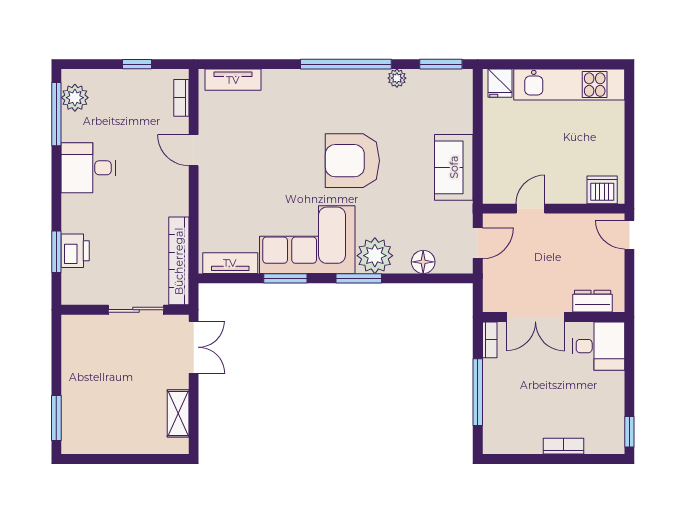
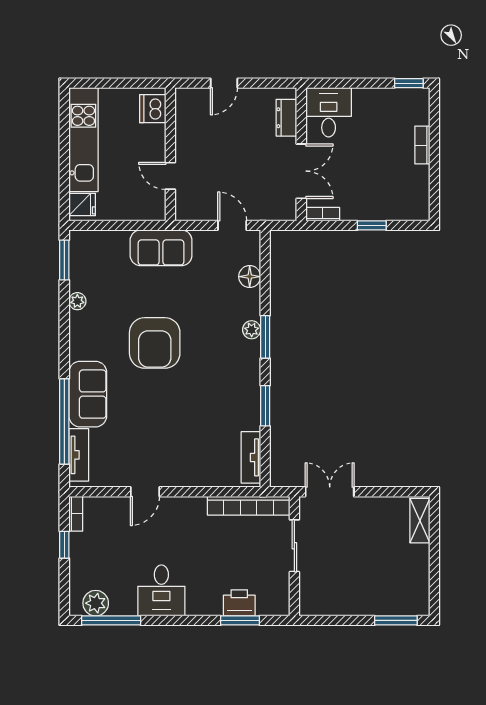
window: (346, 64) -> (64, 422), moved
sofa: (298, 89) -> (88, 394), added
bookcase: (181, 98) -> (76, 514), moved, turned -90
dishwasher: (602, 190) -> (153, 109), moved
door: (530, 209) -> (170, 176), moved
wall: (554, 209) -> (170, 154), moved
corner sofa: (307, 240) -> (229, 385), removed
plant: (375, 256) -> (252, 330), width x0.53, depth x0.53
window: (478, 392) -> (372, 225), width x0.46
shelving: (178, 413) -> (420, 521), moved, turned 90

